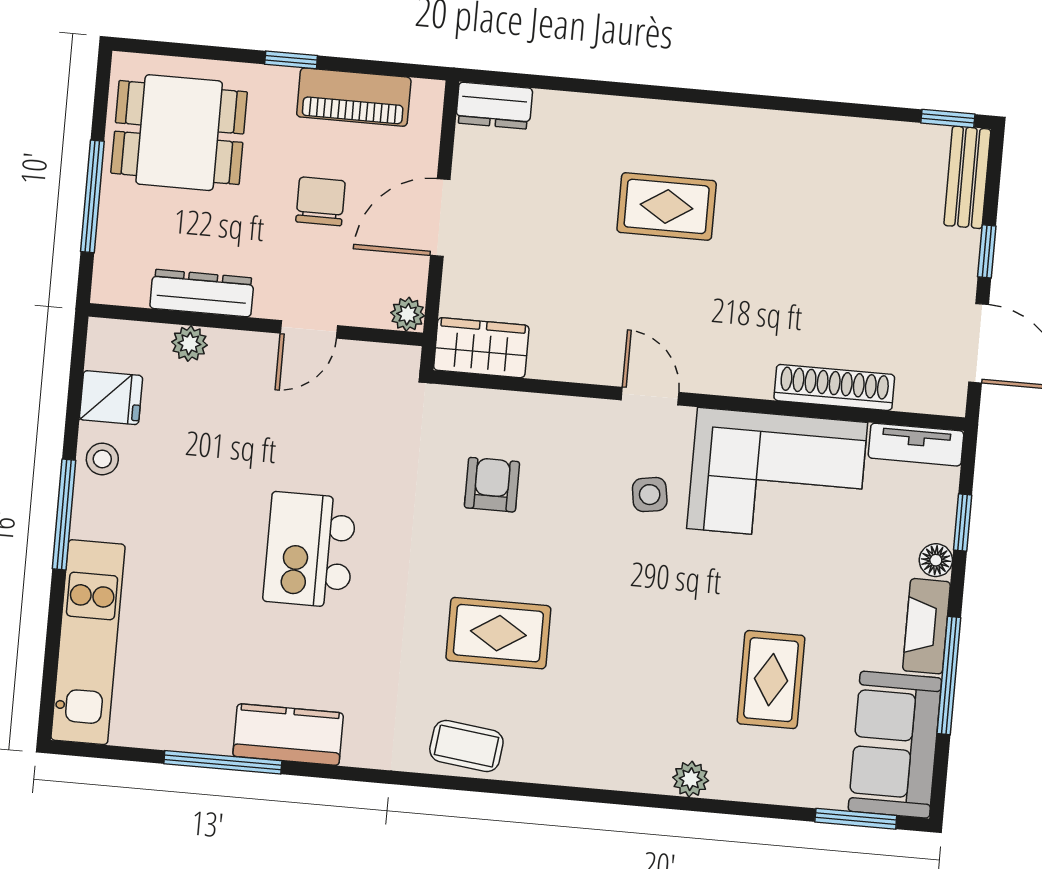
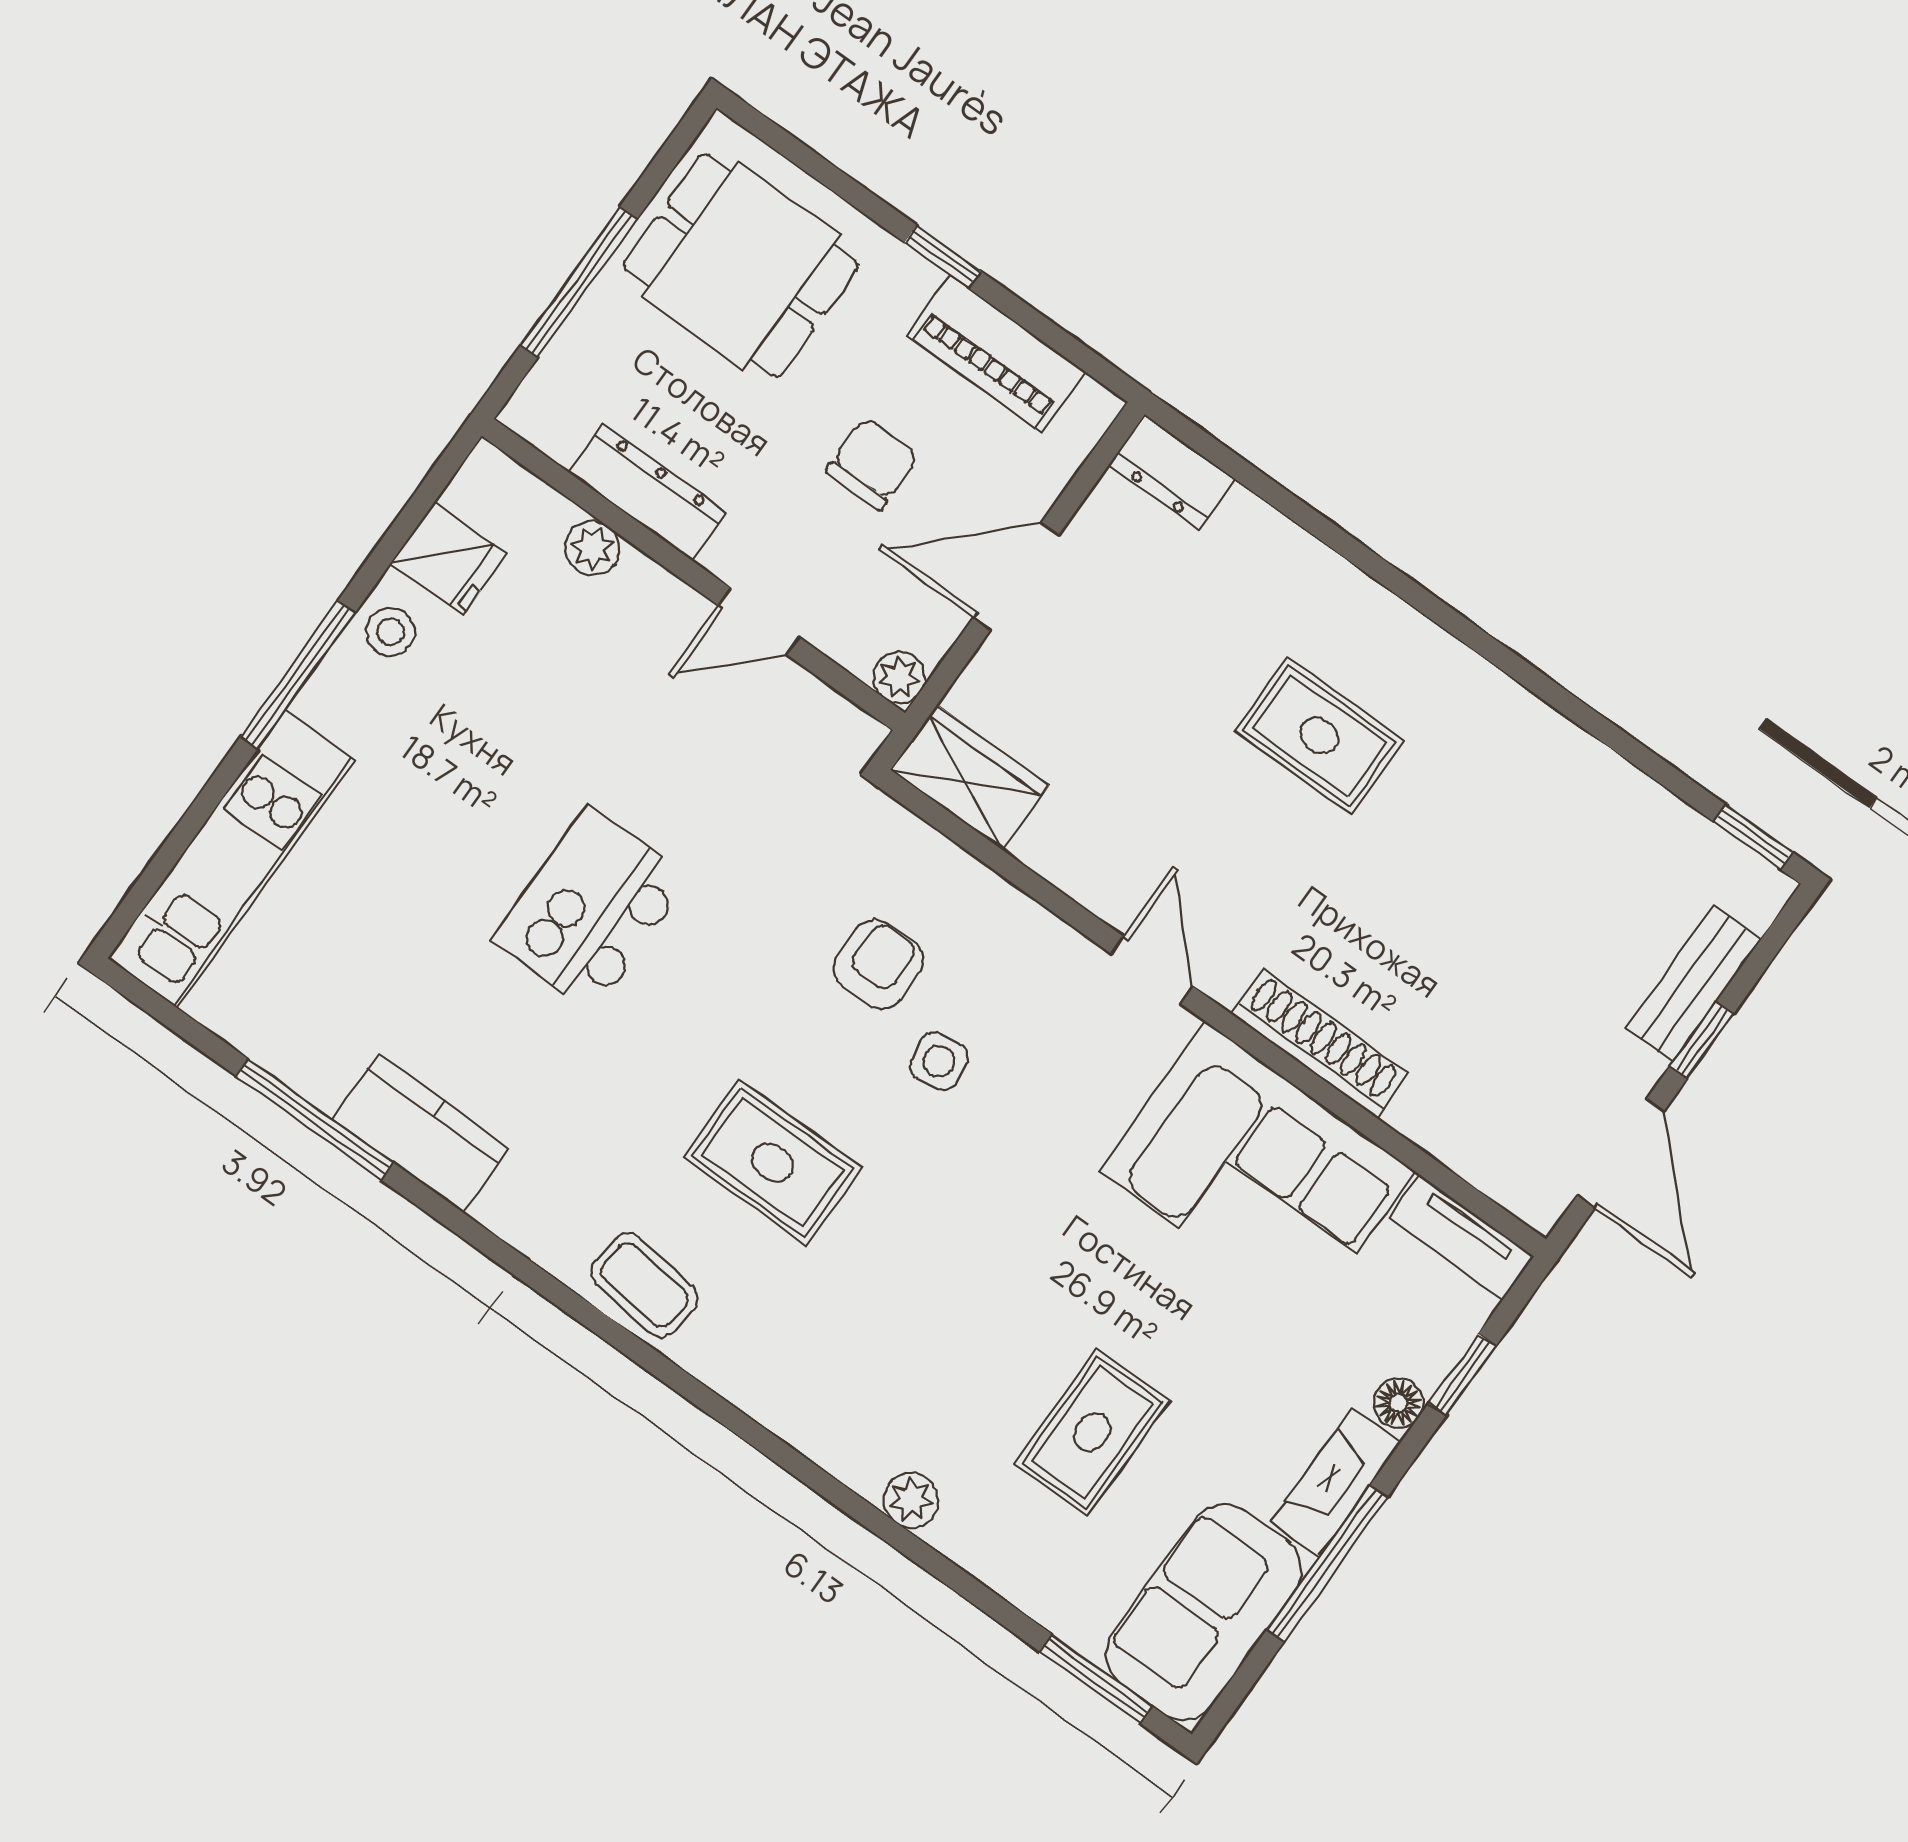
bench: (967, 177) -> (1694, 984), moved
shoe rack: (834, 387) -> (1320, 1044), moved
side table: (650, 495) -> (939, 1061), moved

